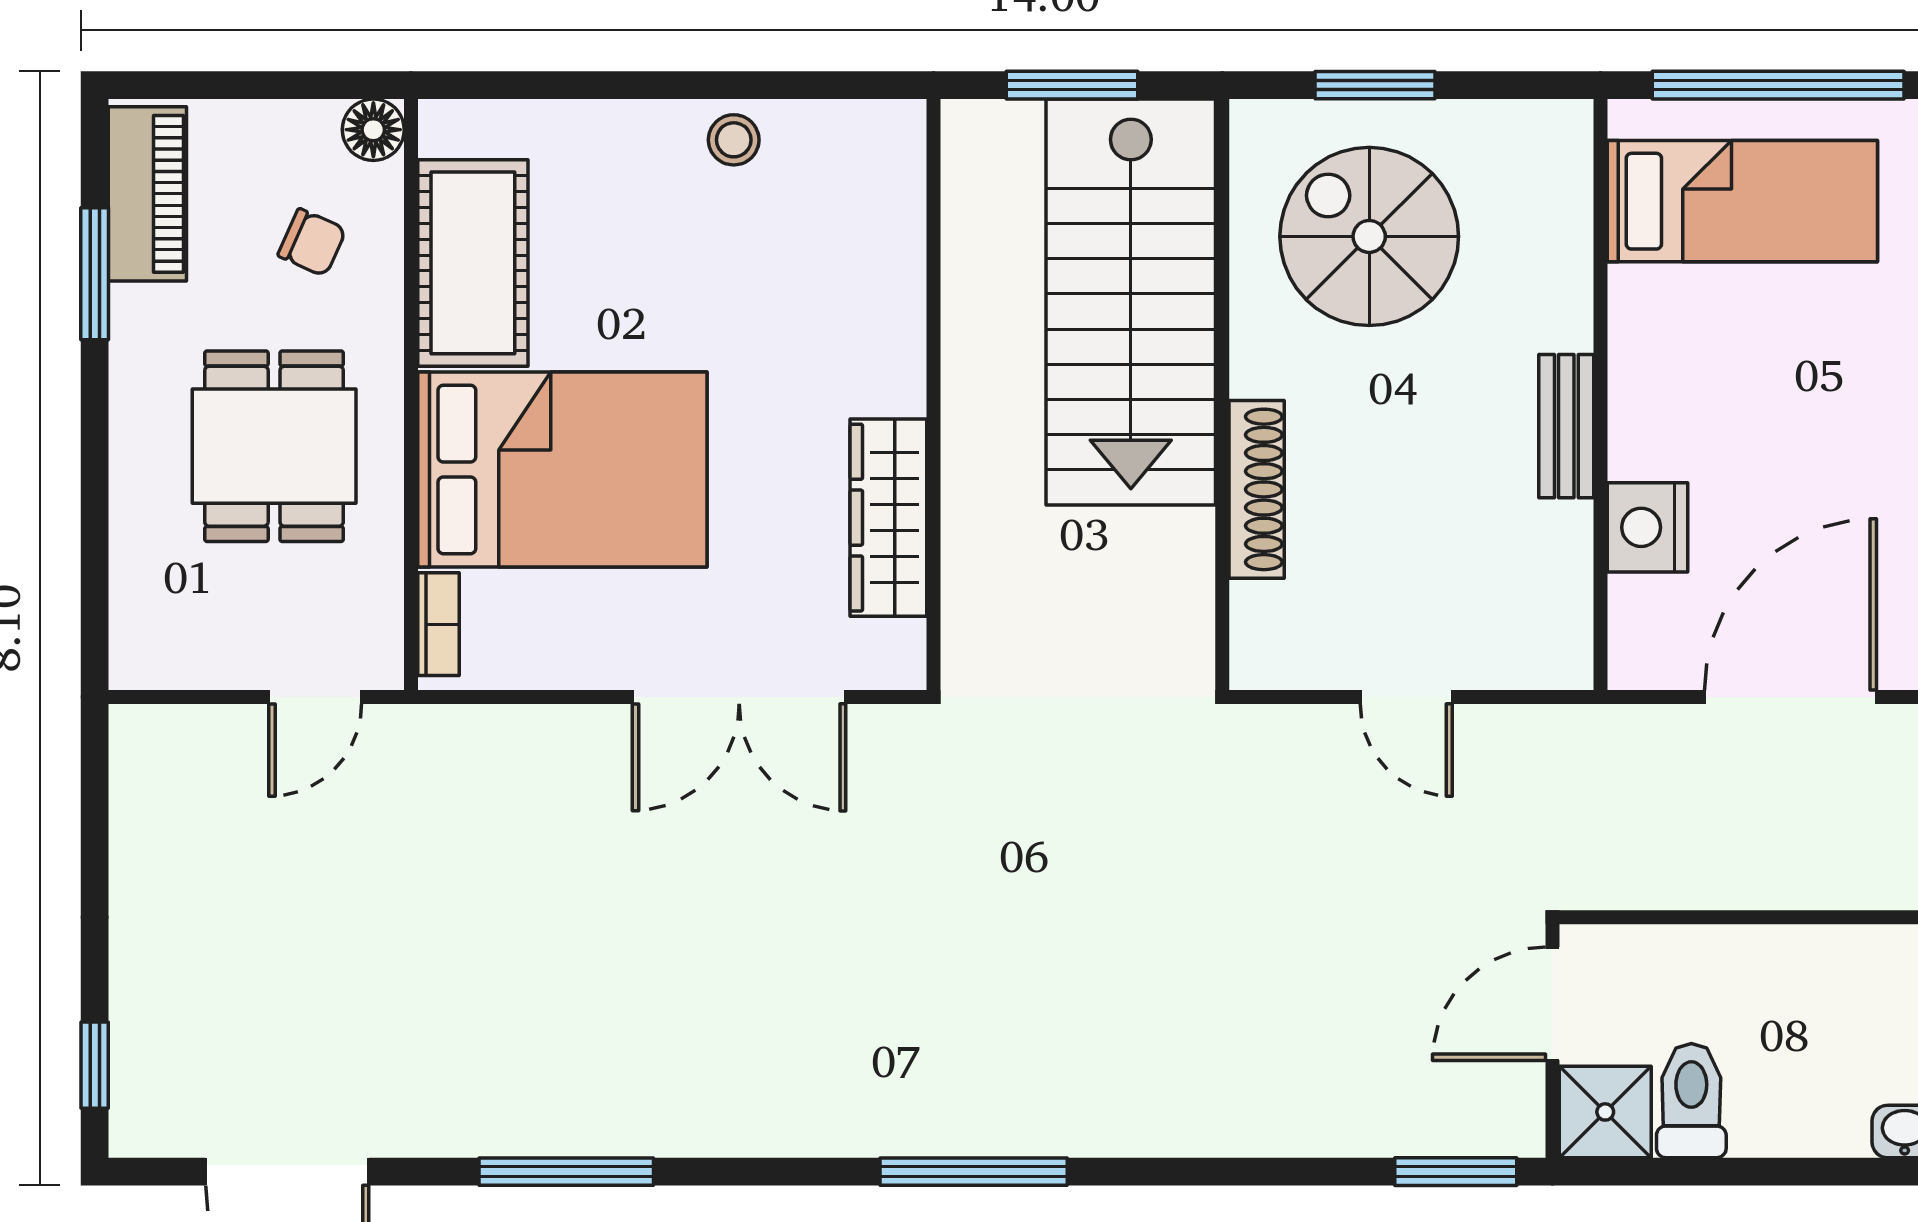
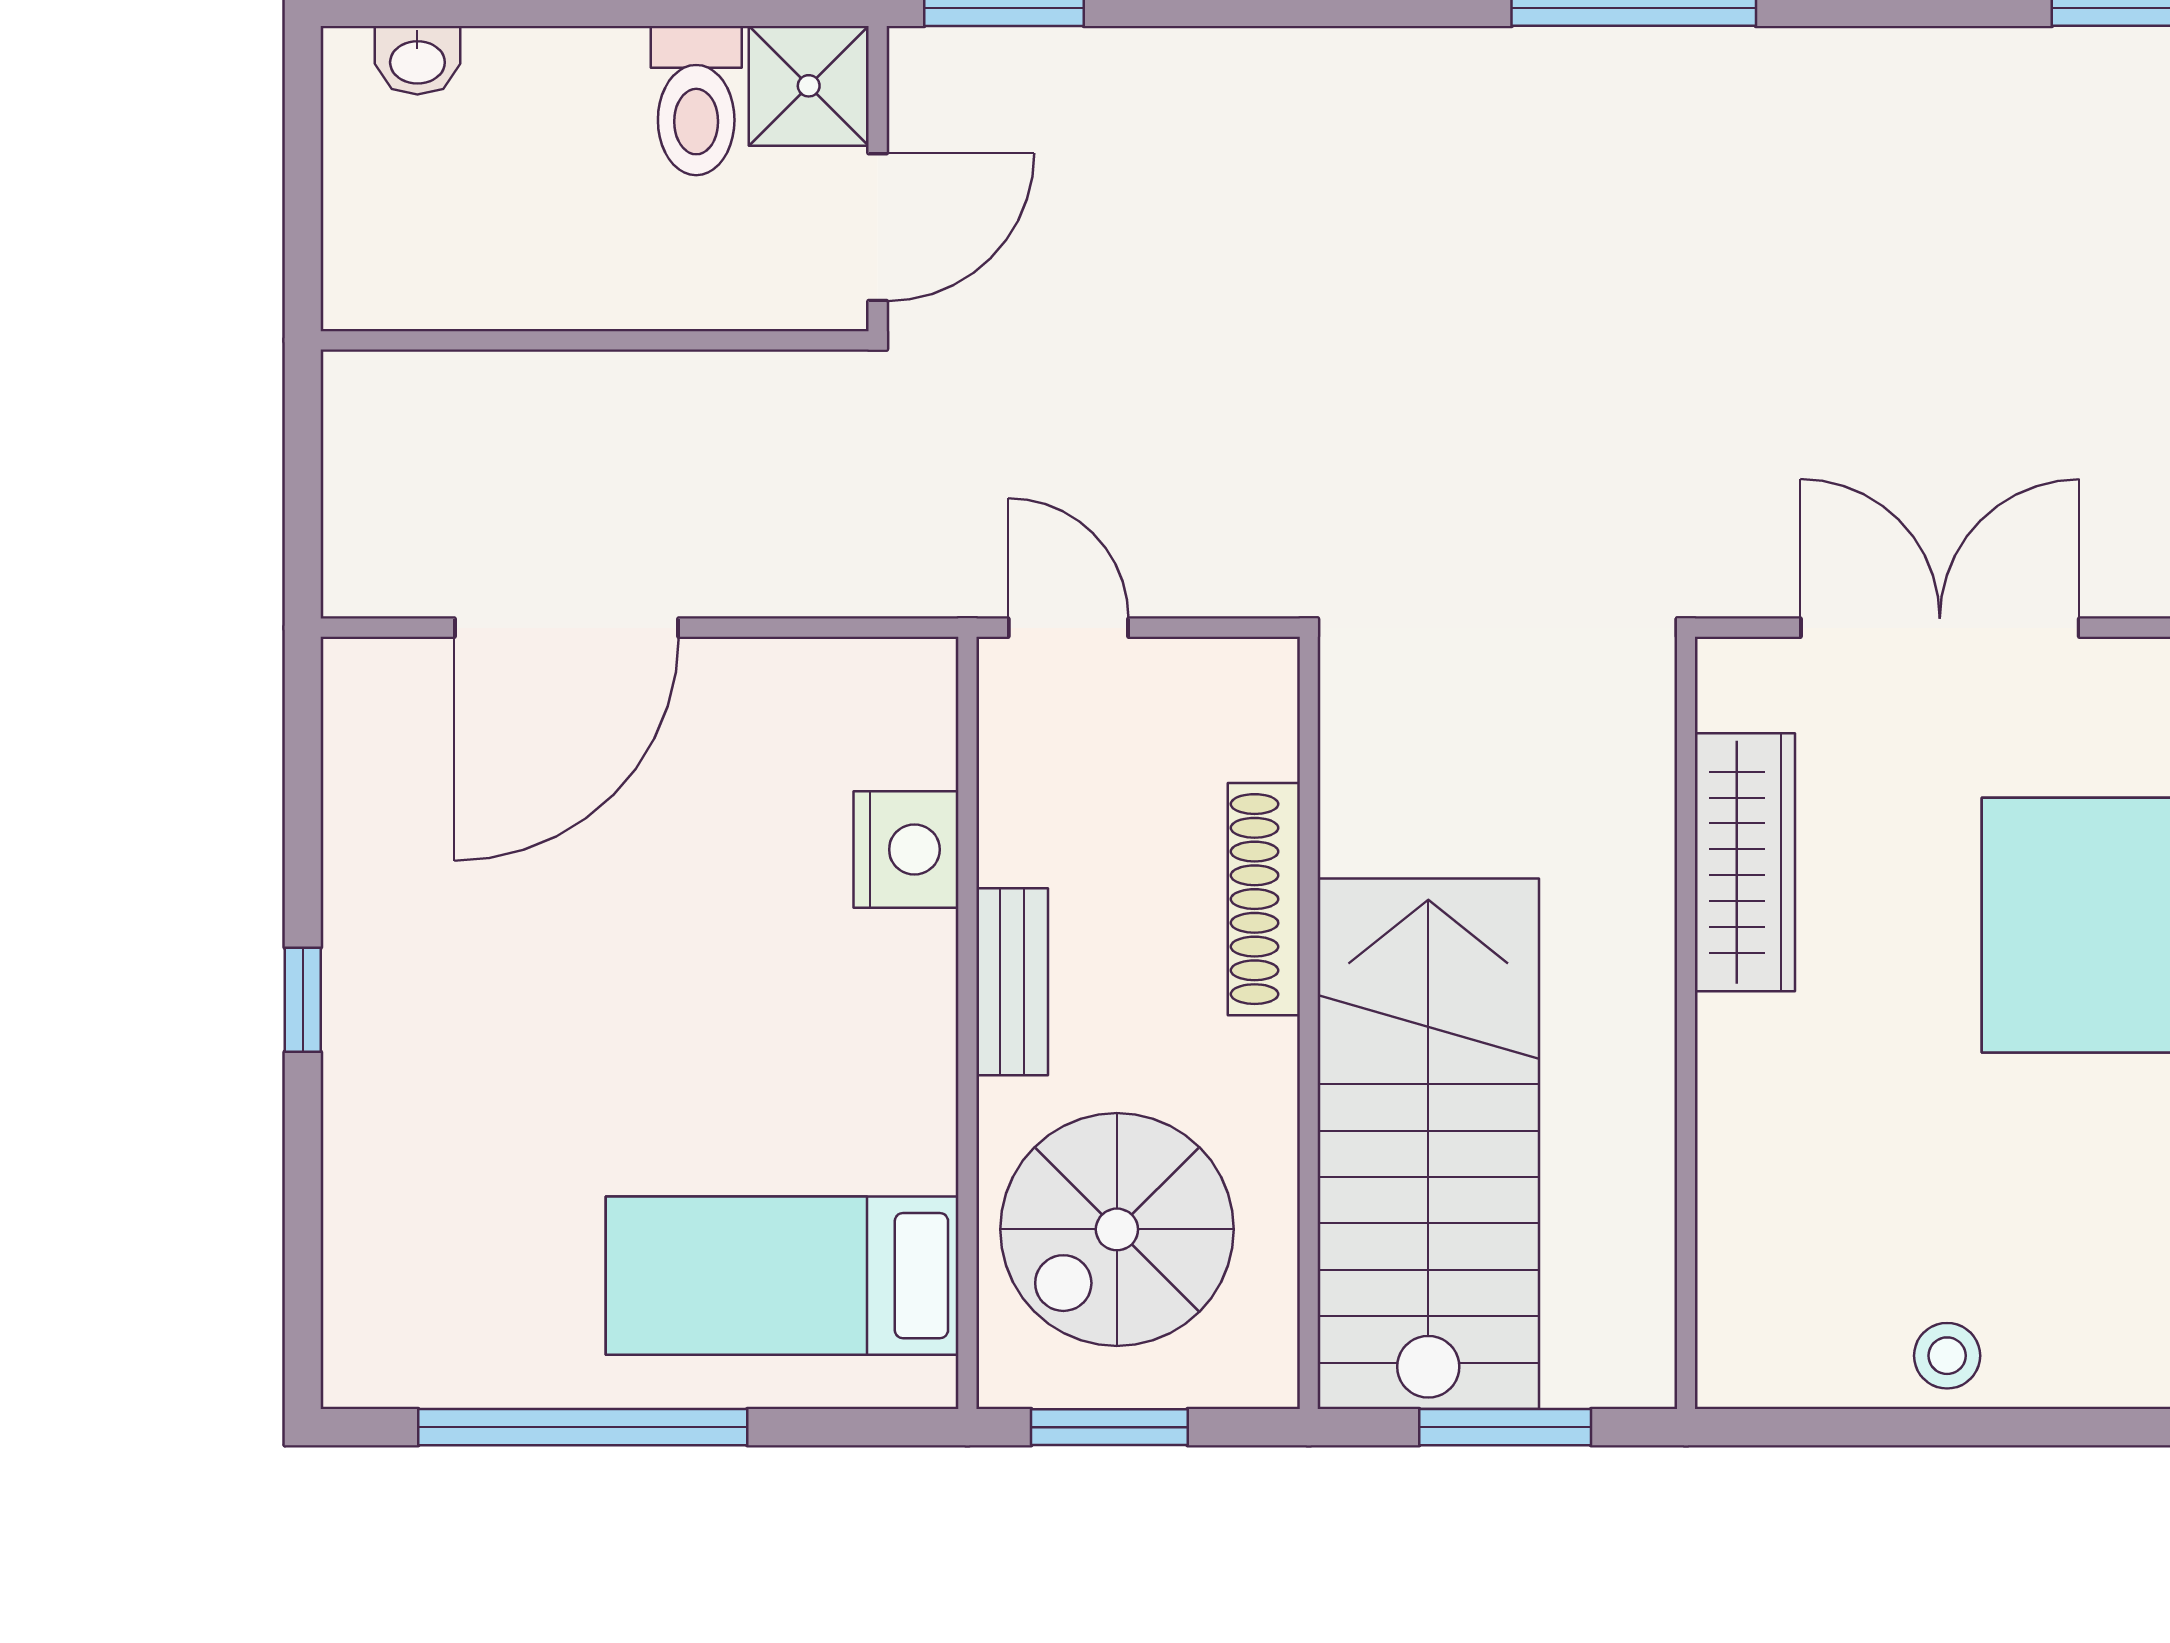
bed: (1742, 201) -> (782, 1276), moved
spiral stairs: (1369, 236) -> (1117, 1229), turned 90
wall: (1601, 395) -> (967, 1023), moved
bench: (1566, 426) -> (1012, 982), moved
nightstand: (1648, 527) -> (906, 850), moved

